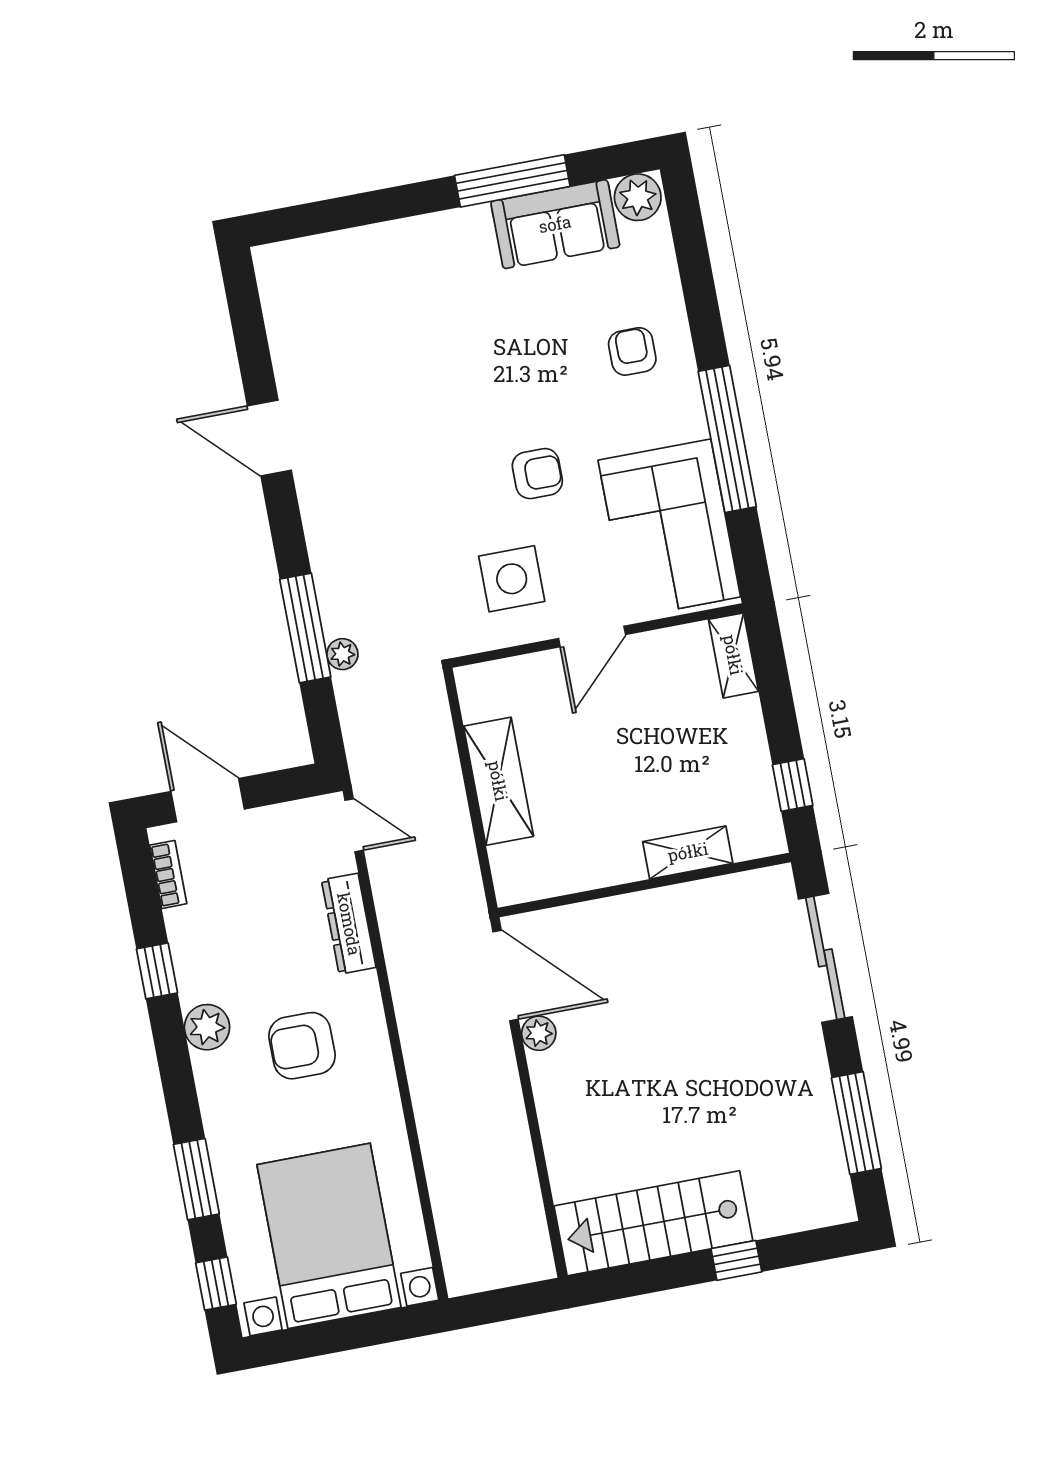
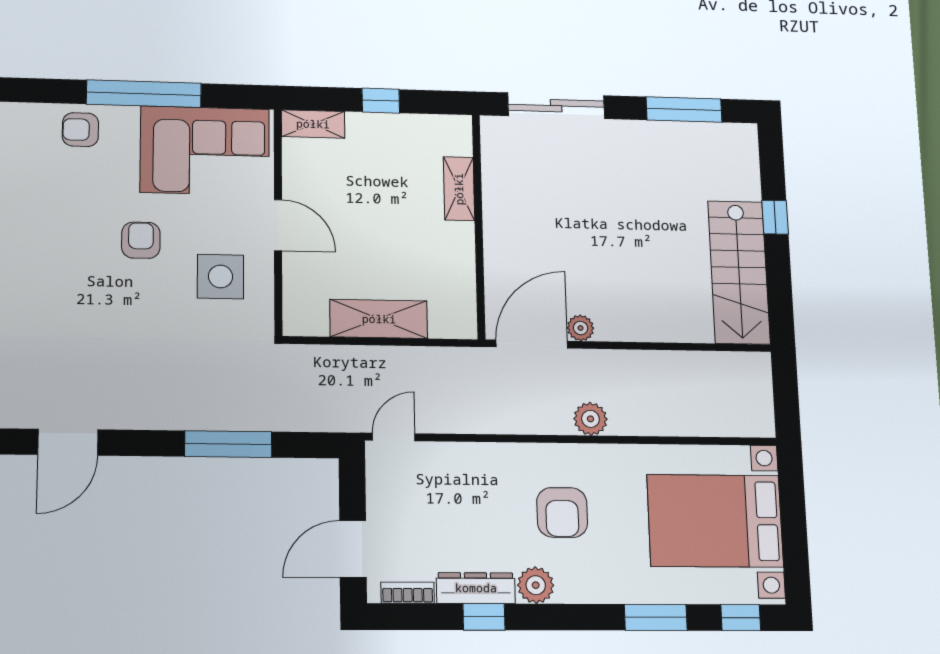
armchair: (632, 351) -> (80, 130), moved
plant: (342, 654) -> (590, 419), moved, width x1.38, depth x1.38
window: (793, 785) -> (381, 101), moved
dresser: (349, 924) -> (476, 588), moved, turned 180

